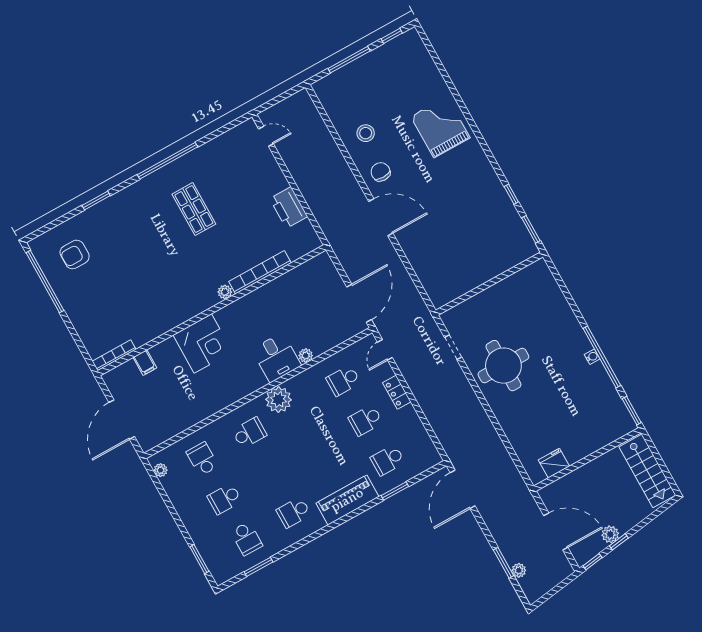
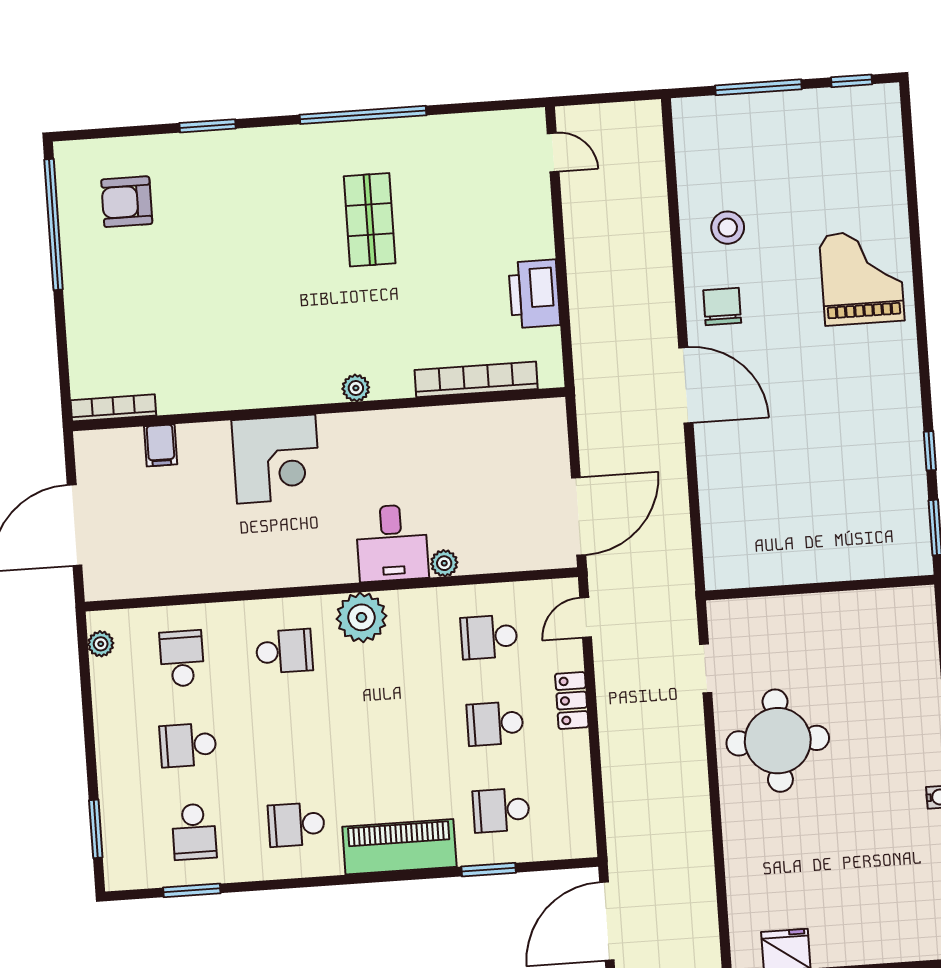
bookcase: (260, 272) -> (476, 379), moved

